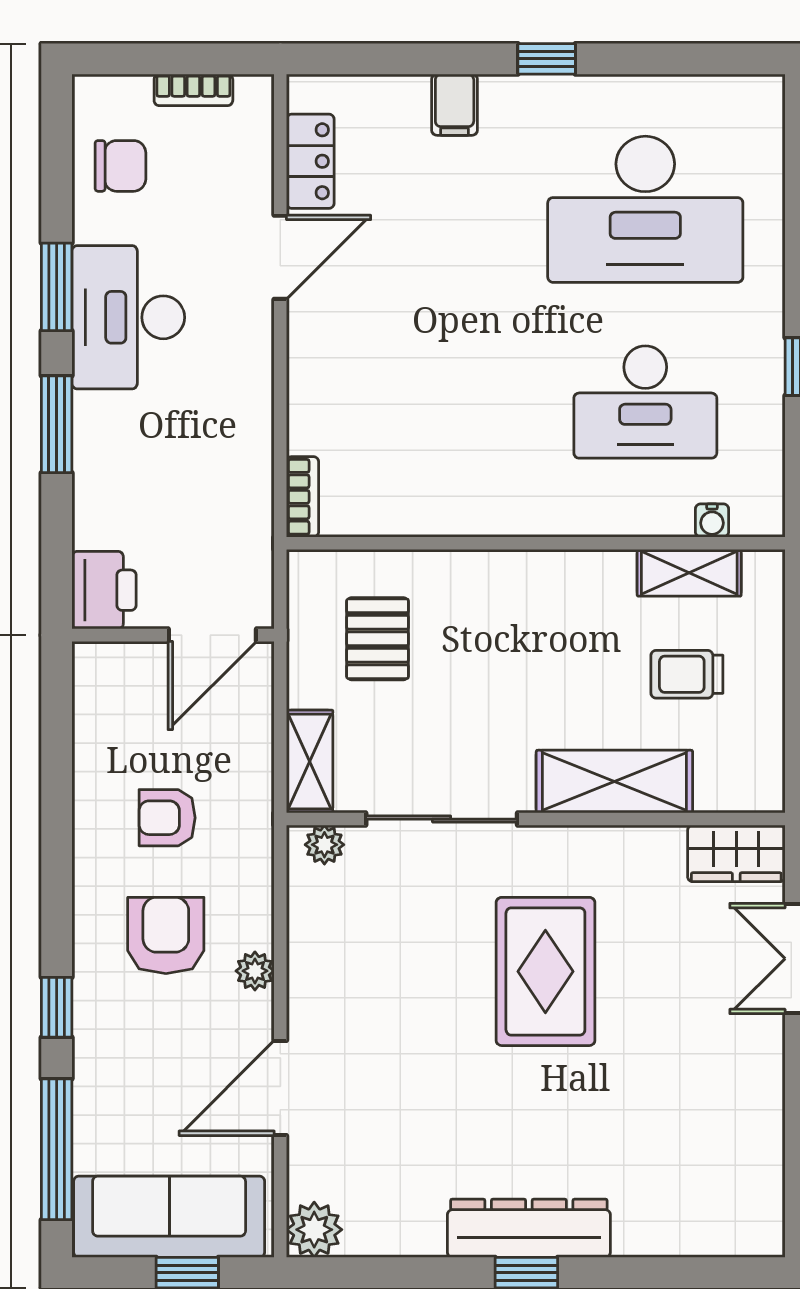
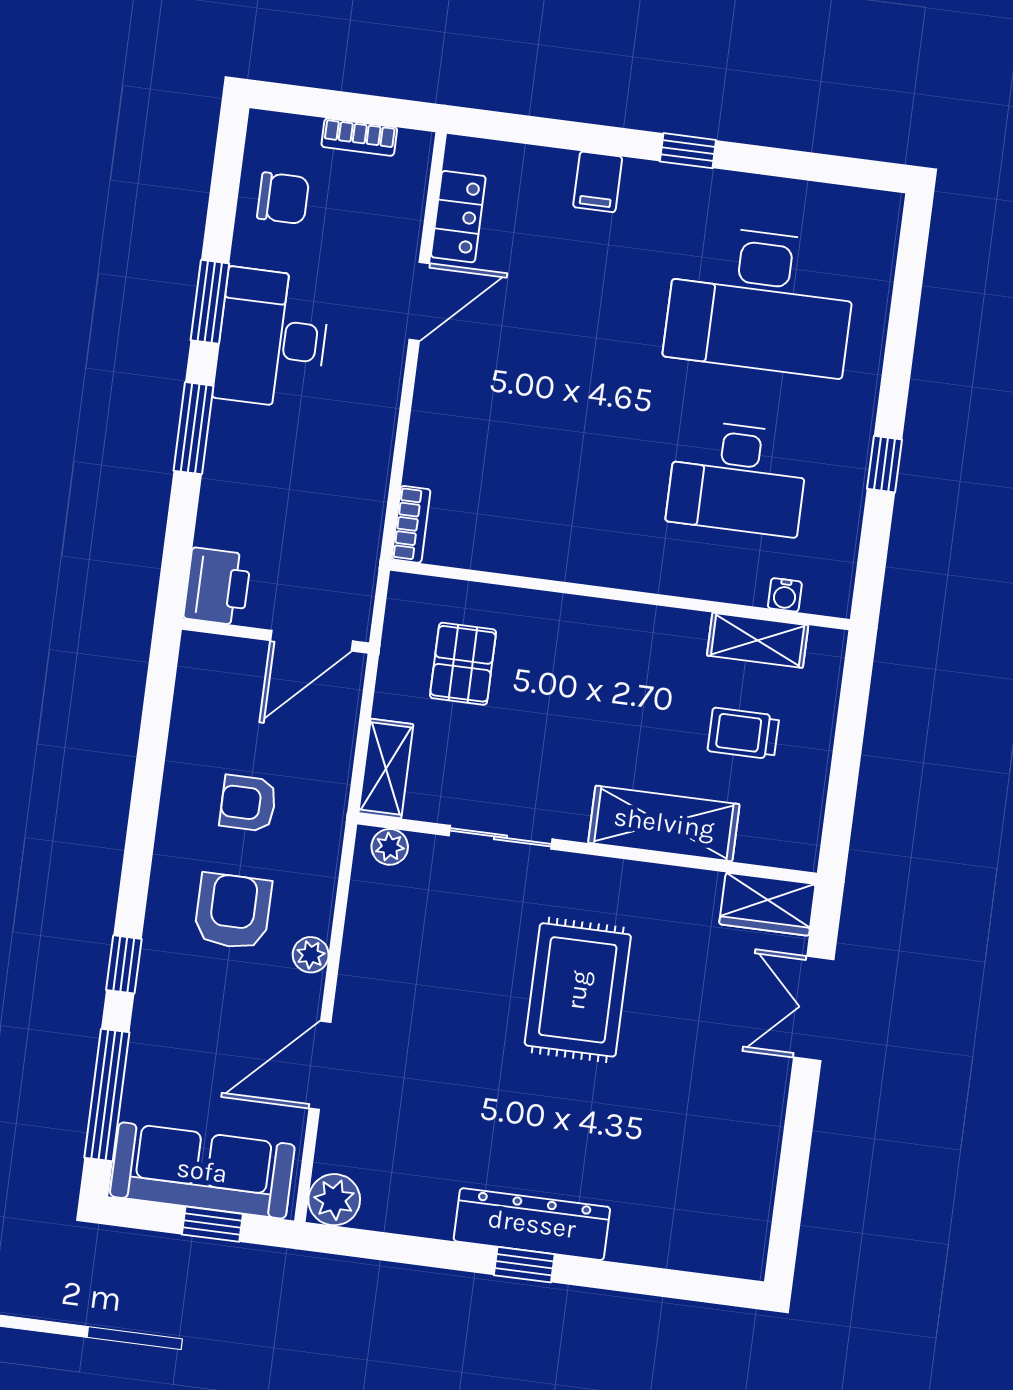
sliding door: (442, 819) -> (500, 837), width x0.73

